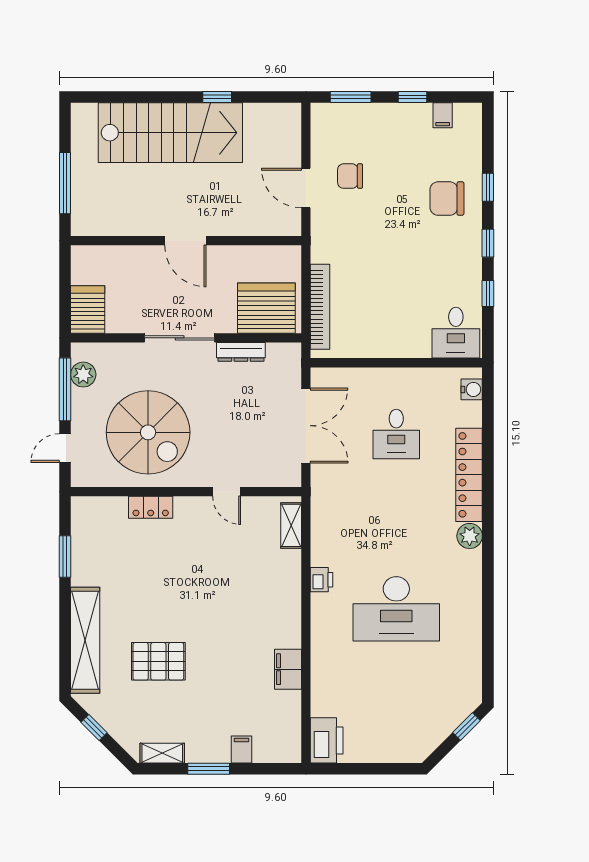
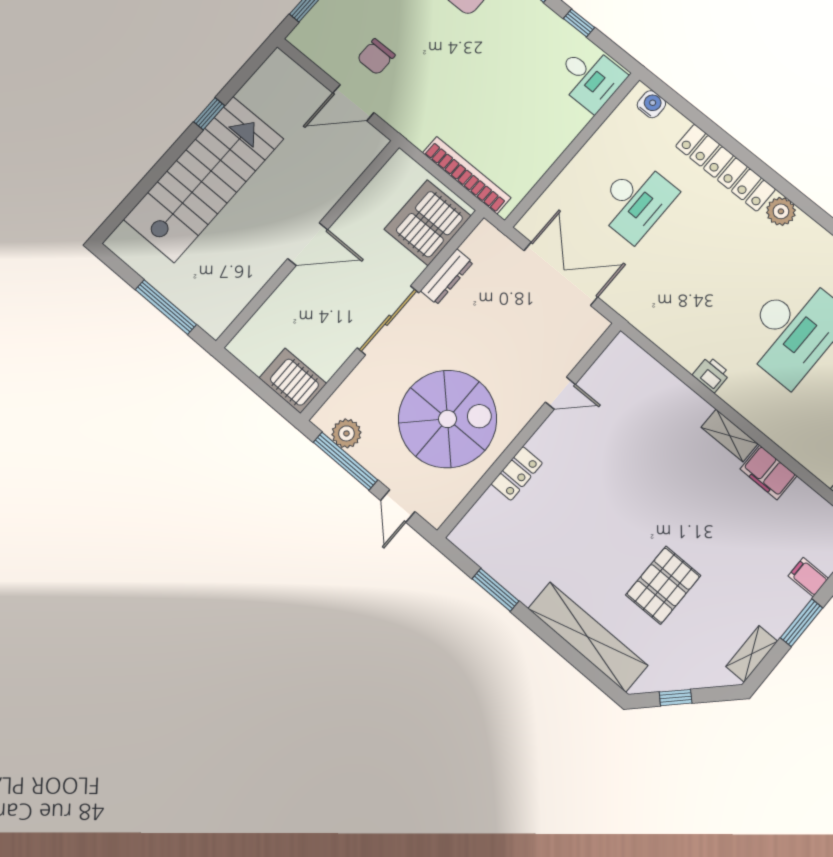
desk: (396, 434) -> (636, 201), width x1.37
shelving: (291, 525) -> (729, 435), moved

